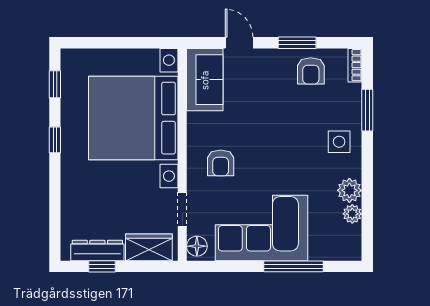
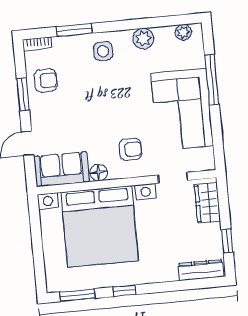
window: (55, 84) -> (77, 295), width x1.50
plant: (352, 214) -> (183, 32), moved
floor lamp: (197, 246) -> (99, 172), moved
dresser: (97, 251) -> (201, 270), moved, turned 90

